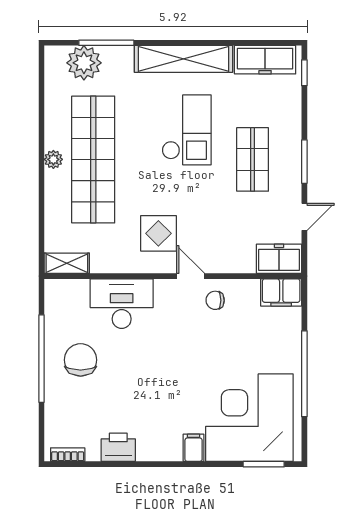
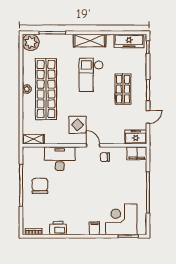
shelving: (183, 59) -> (90, 41), width x0.68
plant: (84, 63) -> (31, 42), moved
checkout: (187, 130) -> (91, 75), turned 180
corner desk: (249, 418) -> (121, 219), width x0.74, depth x0.74

